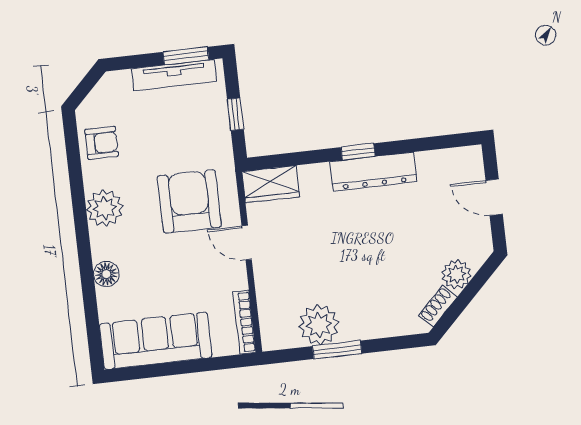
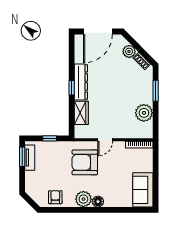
tv unit: (174, 75) -> (30, 158), width x0.71
wardrobe: (271, 184) -> (81, 113), moved
door: (494, 197) -> (98, 31), width x1.88
floor lamp: (106, 274) -> (98, 202), moved
sofa: (156, 341) -> (143, 190), width x0.73
window: (337, 350) -> (156, 91), moved

